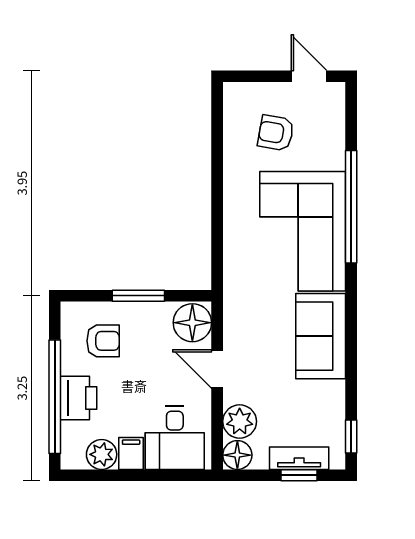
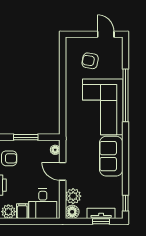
floor lamp: (192, 323) -> (55, 150), width x0.53, depth x0.53

